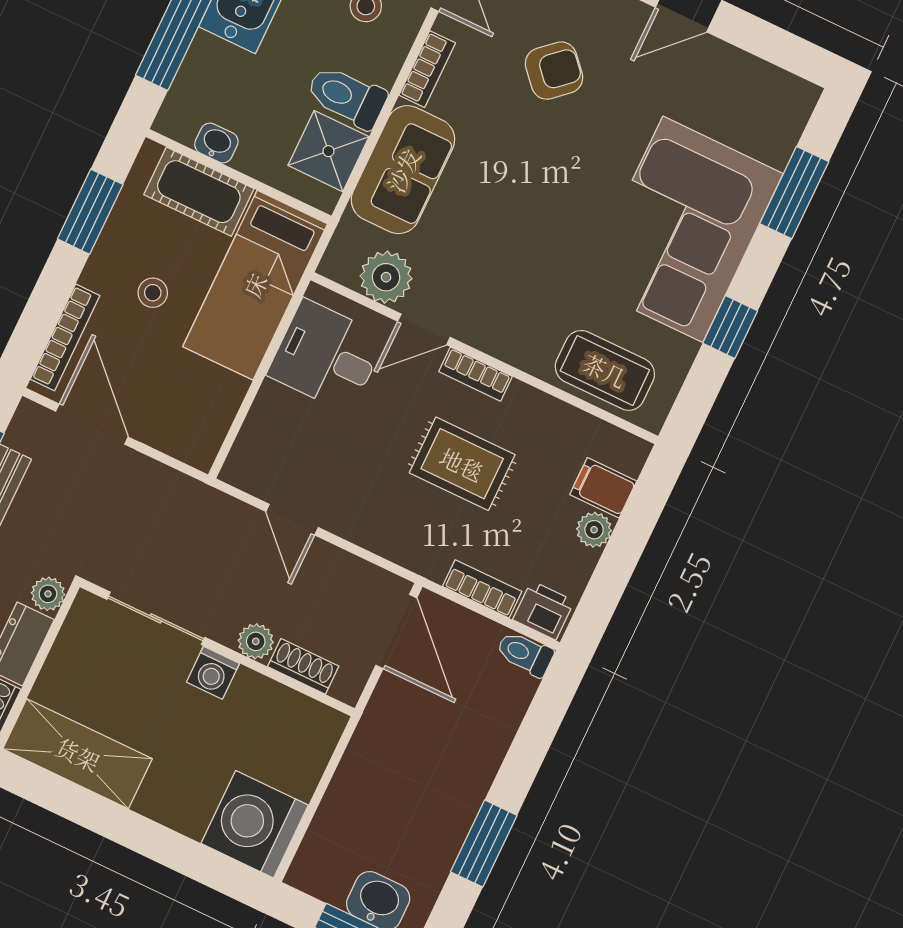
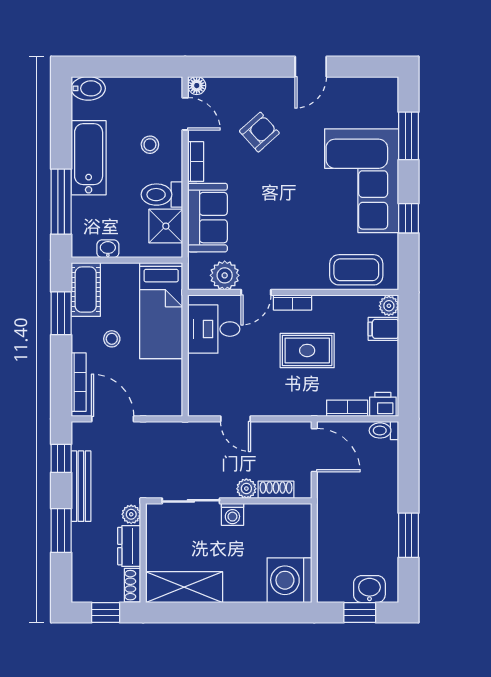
cot: (199, 192) -> (86, 290), moved, turned 90
plant: (594, 530) -> (389, 306), moved

